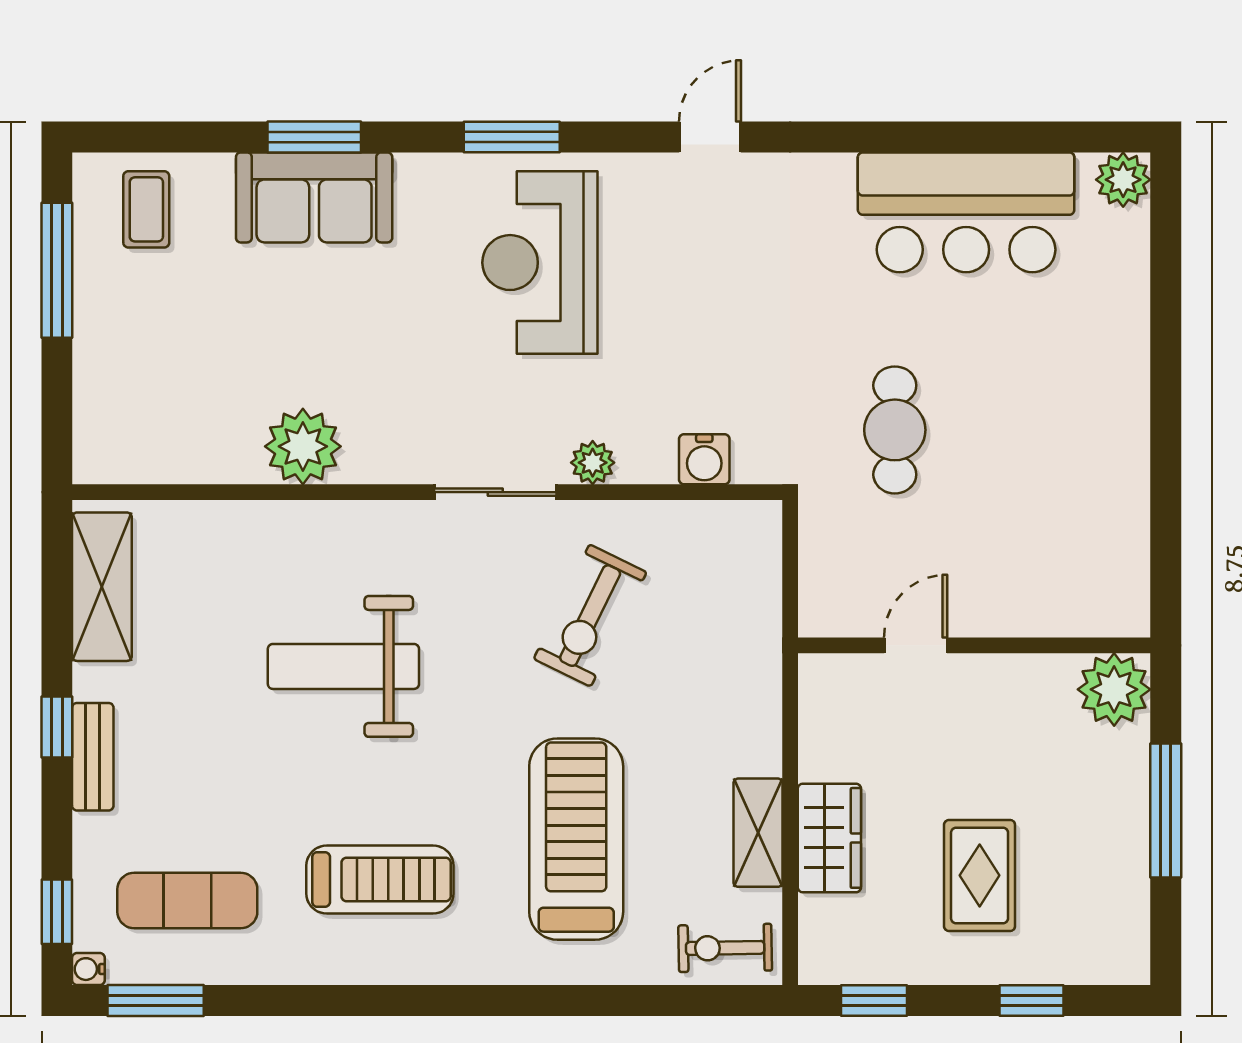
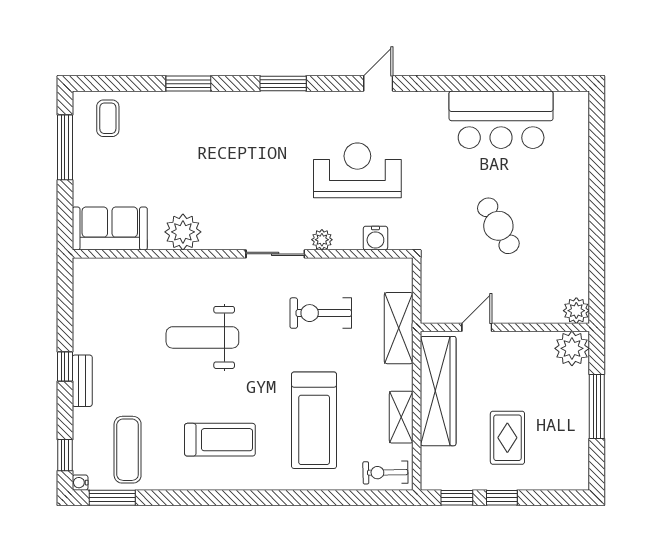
plant: (1123, 180) -> (576, 311), moved
sofa: (314, 197) -> (110, 229), moved, turned 180
reception desk: (540, 263) -> (357, 170), moved, turned 90
cafe table: (895, 430) -> (498, 226), moved, turned -30
shelving: (102, 587) -> (399, 328), moved
exercise bike: (590, 616) -> (321, 313), turned 64
wardrobe: (829, 838) -> (438, 391), width x2.10, depth x1.17
treadmill: (576, 839) -> (314, 420), turned 180
exercise mat: (187, 901) -> (128, 450), turned 90
window: (1032, 1001) -> (502, 498), moved

